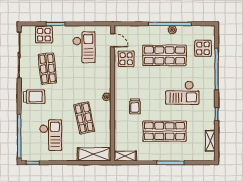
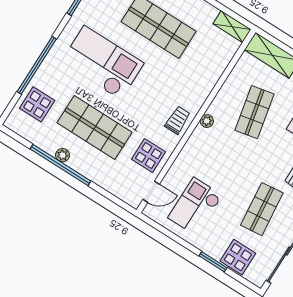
door: (112, 40) -> (151, 192), swing flipped
checkout: (182, 93) -> (102, 63), width x1.36, depth x1.21
trolley: (135, 106) -> (177, 120), moved

